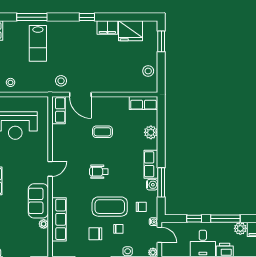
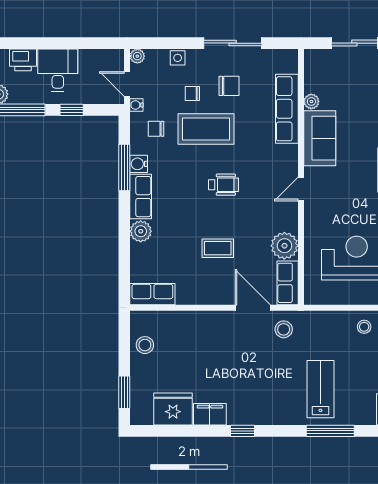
plant: (151, 132) -> (141, 231), moved
plant: (61, 133) -> (284, 246), added

